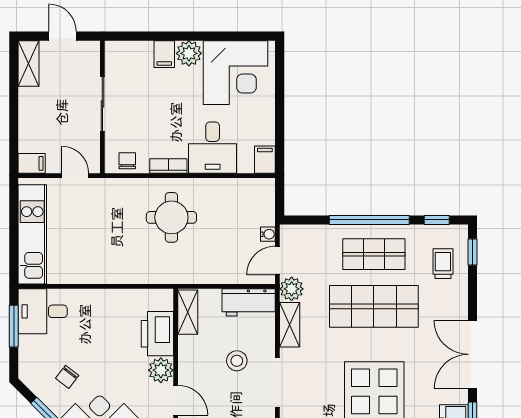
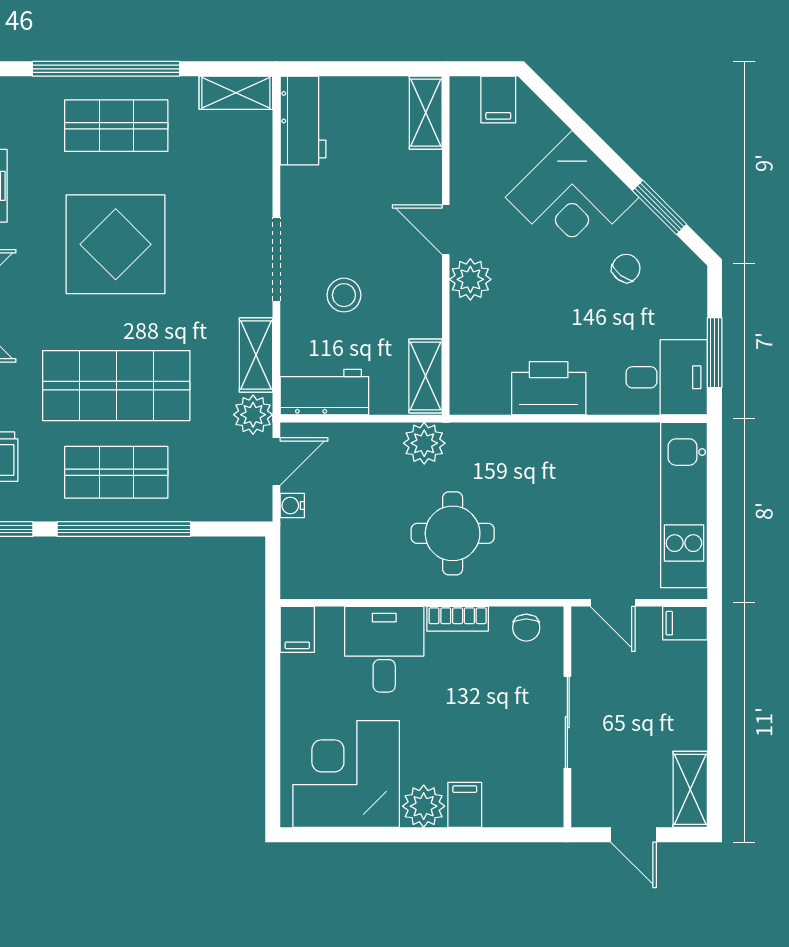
plant: (189, 272) -> (424, 443), added
printer: (157, 334) -> (549, 388), moved, turned -90

